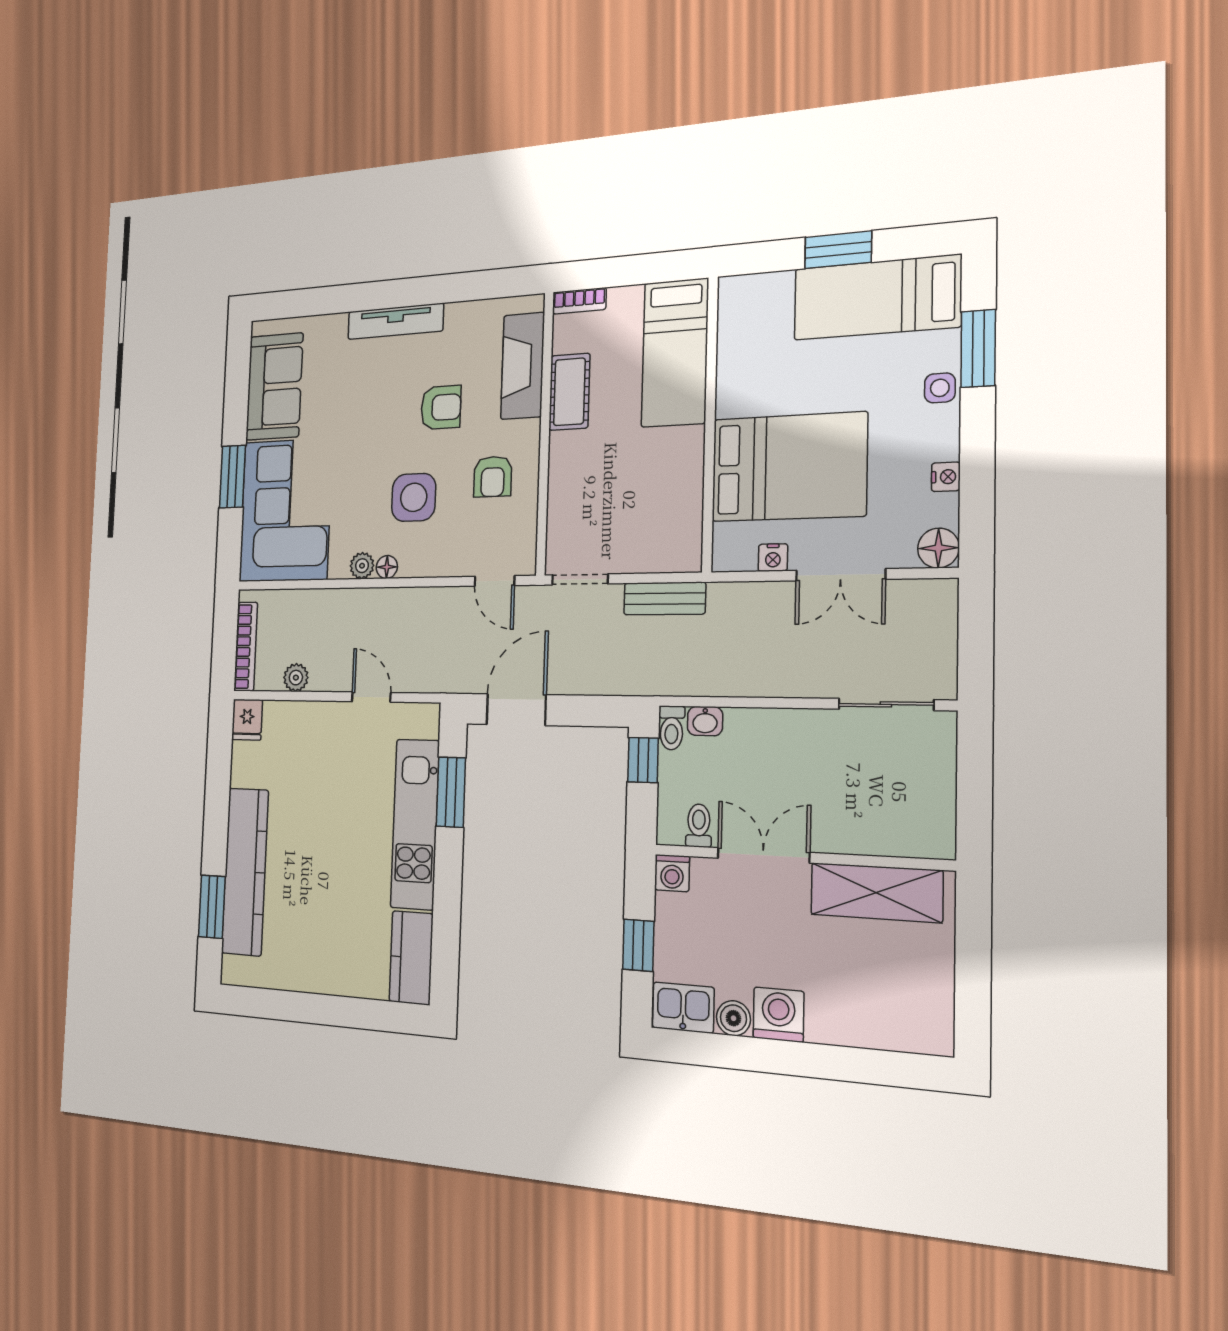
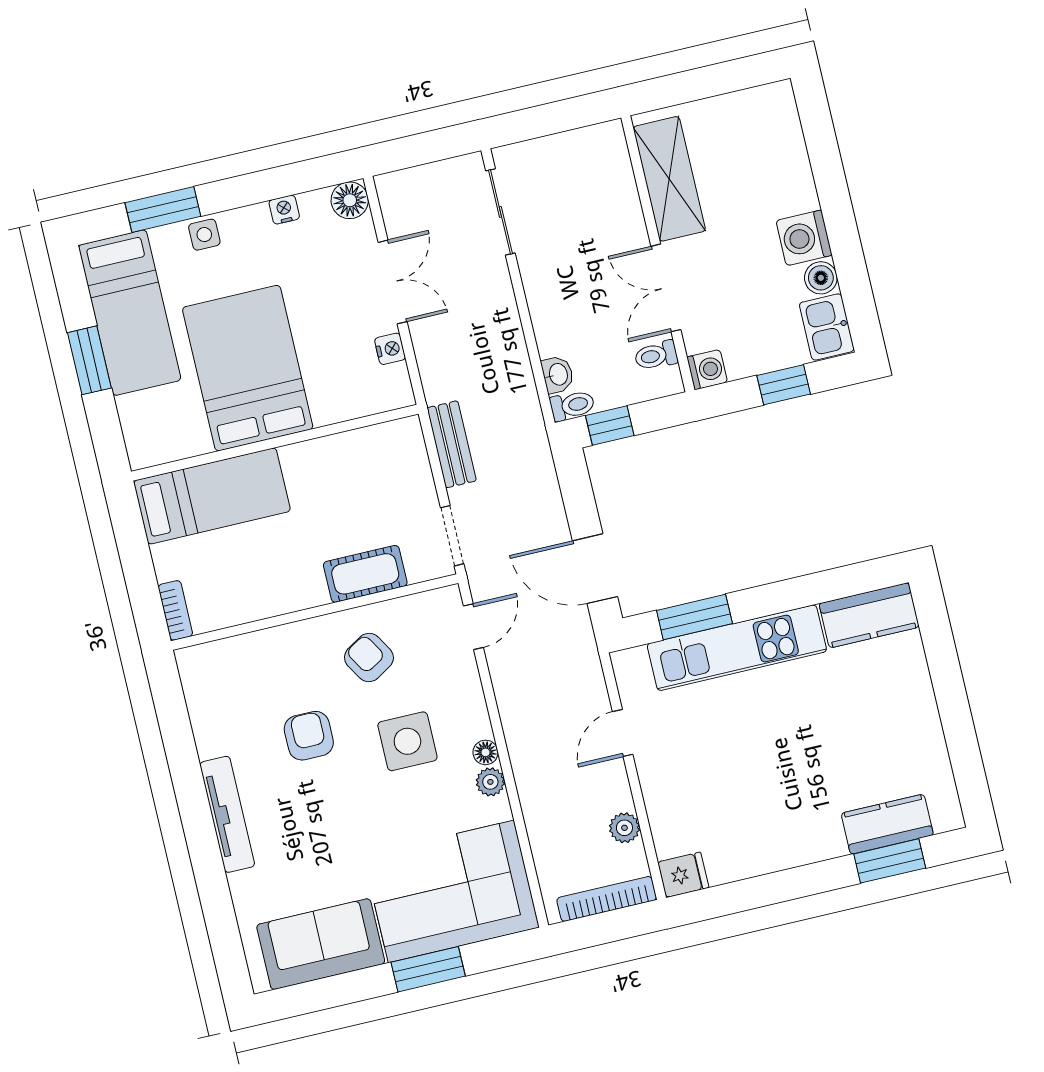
fireplace: (523, 366) -> (251, 655), removed
cot: (569, 392) -> (365, 574), moved
bed: (789, 467) -> (248, 368), moved
armchair: (493, 477) -> (369, 658), turned -121
kitchen counter: (245, 872) -> (887, 824), width x0.48, depth x0.86

